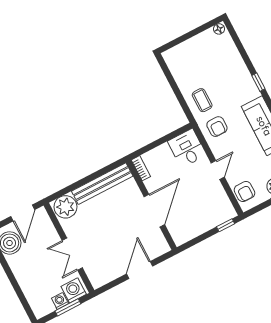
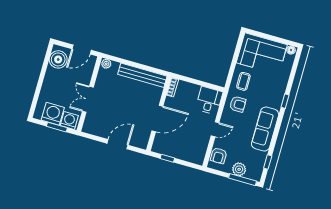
corner sofa: (195, 58) -> (262, 54), added
armchair: (217, 127) -> (238, 104), turned -90
plant: (65, 207) -> (106, 64), width x0.53, depth x0.53
window: (226, 225) -> (167, 158), moved
washing machine: (60, 301) -> (53, 114), width x1.89, depth x1.89

